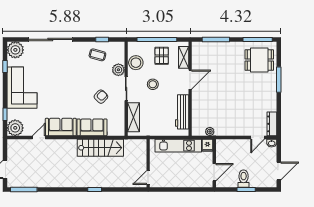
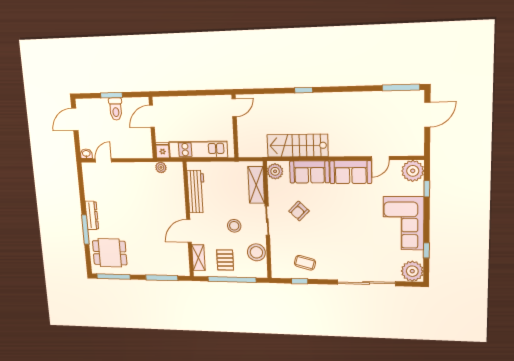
plant: (118, 70) -> (275, 171), moved
dresser: (272, 124) -> (92, 215), moved

